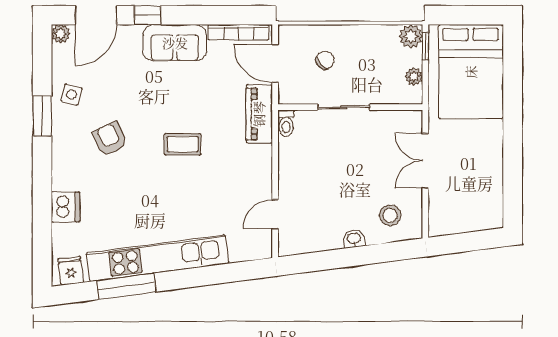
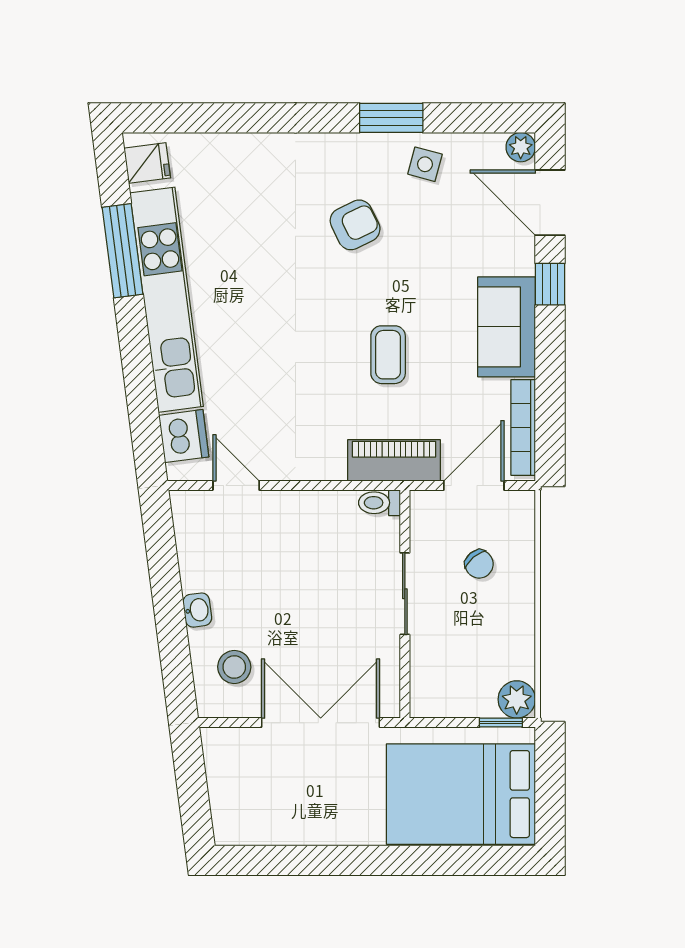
plant: (414, 77) -> (453, 704), removed
coffee table: (183, 144) -> (388, 355), moved
double door: (425, 161) -> (321, 723), width x1.37
dishwasher: (66, 207) -> (184, 436), moved, turned -97

